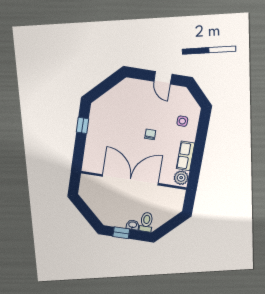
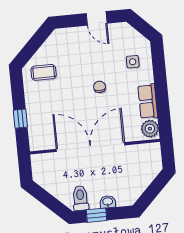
coffee table: (108, 111) -> (44, 72), added
window: (83, 125) -> (20, 119), moved
toilet: (146, 222) -> (80, 198), moved

